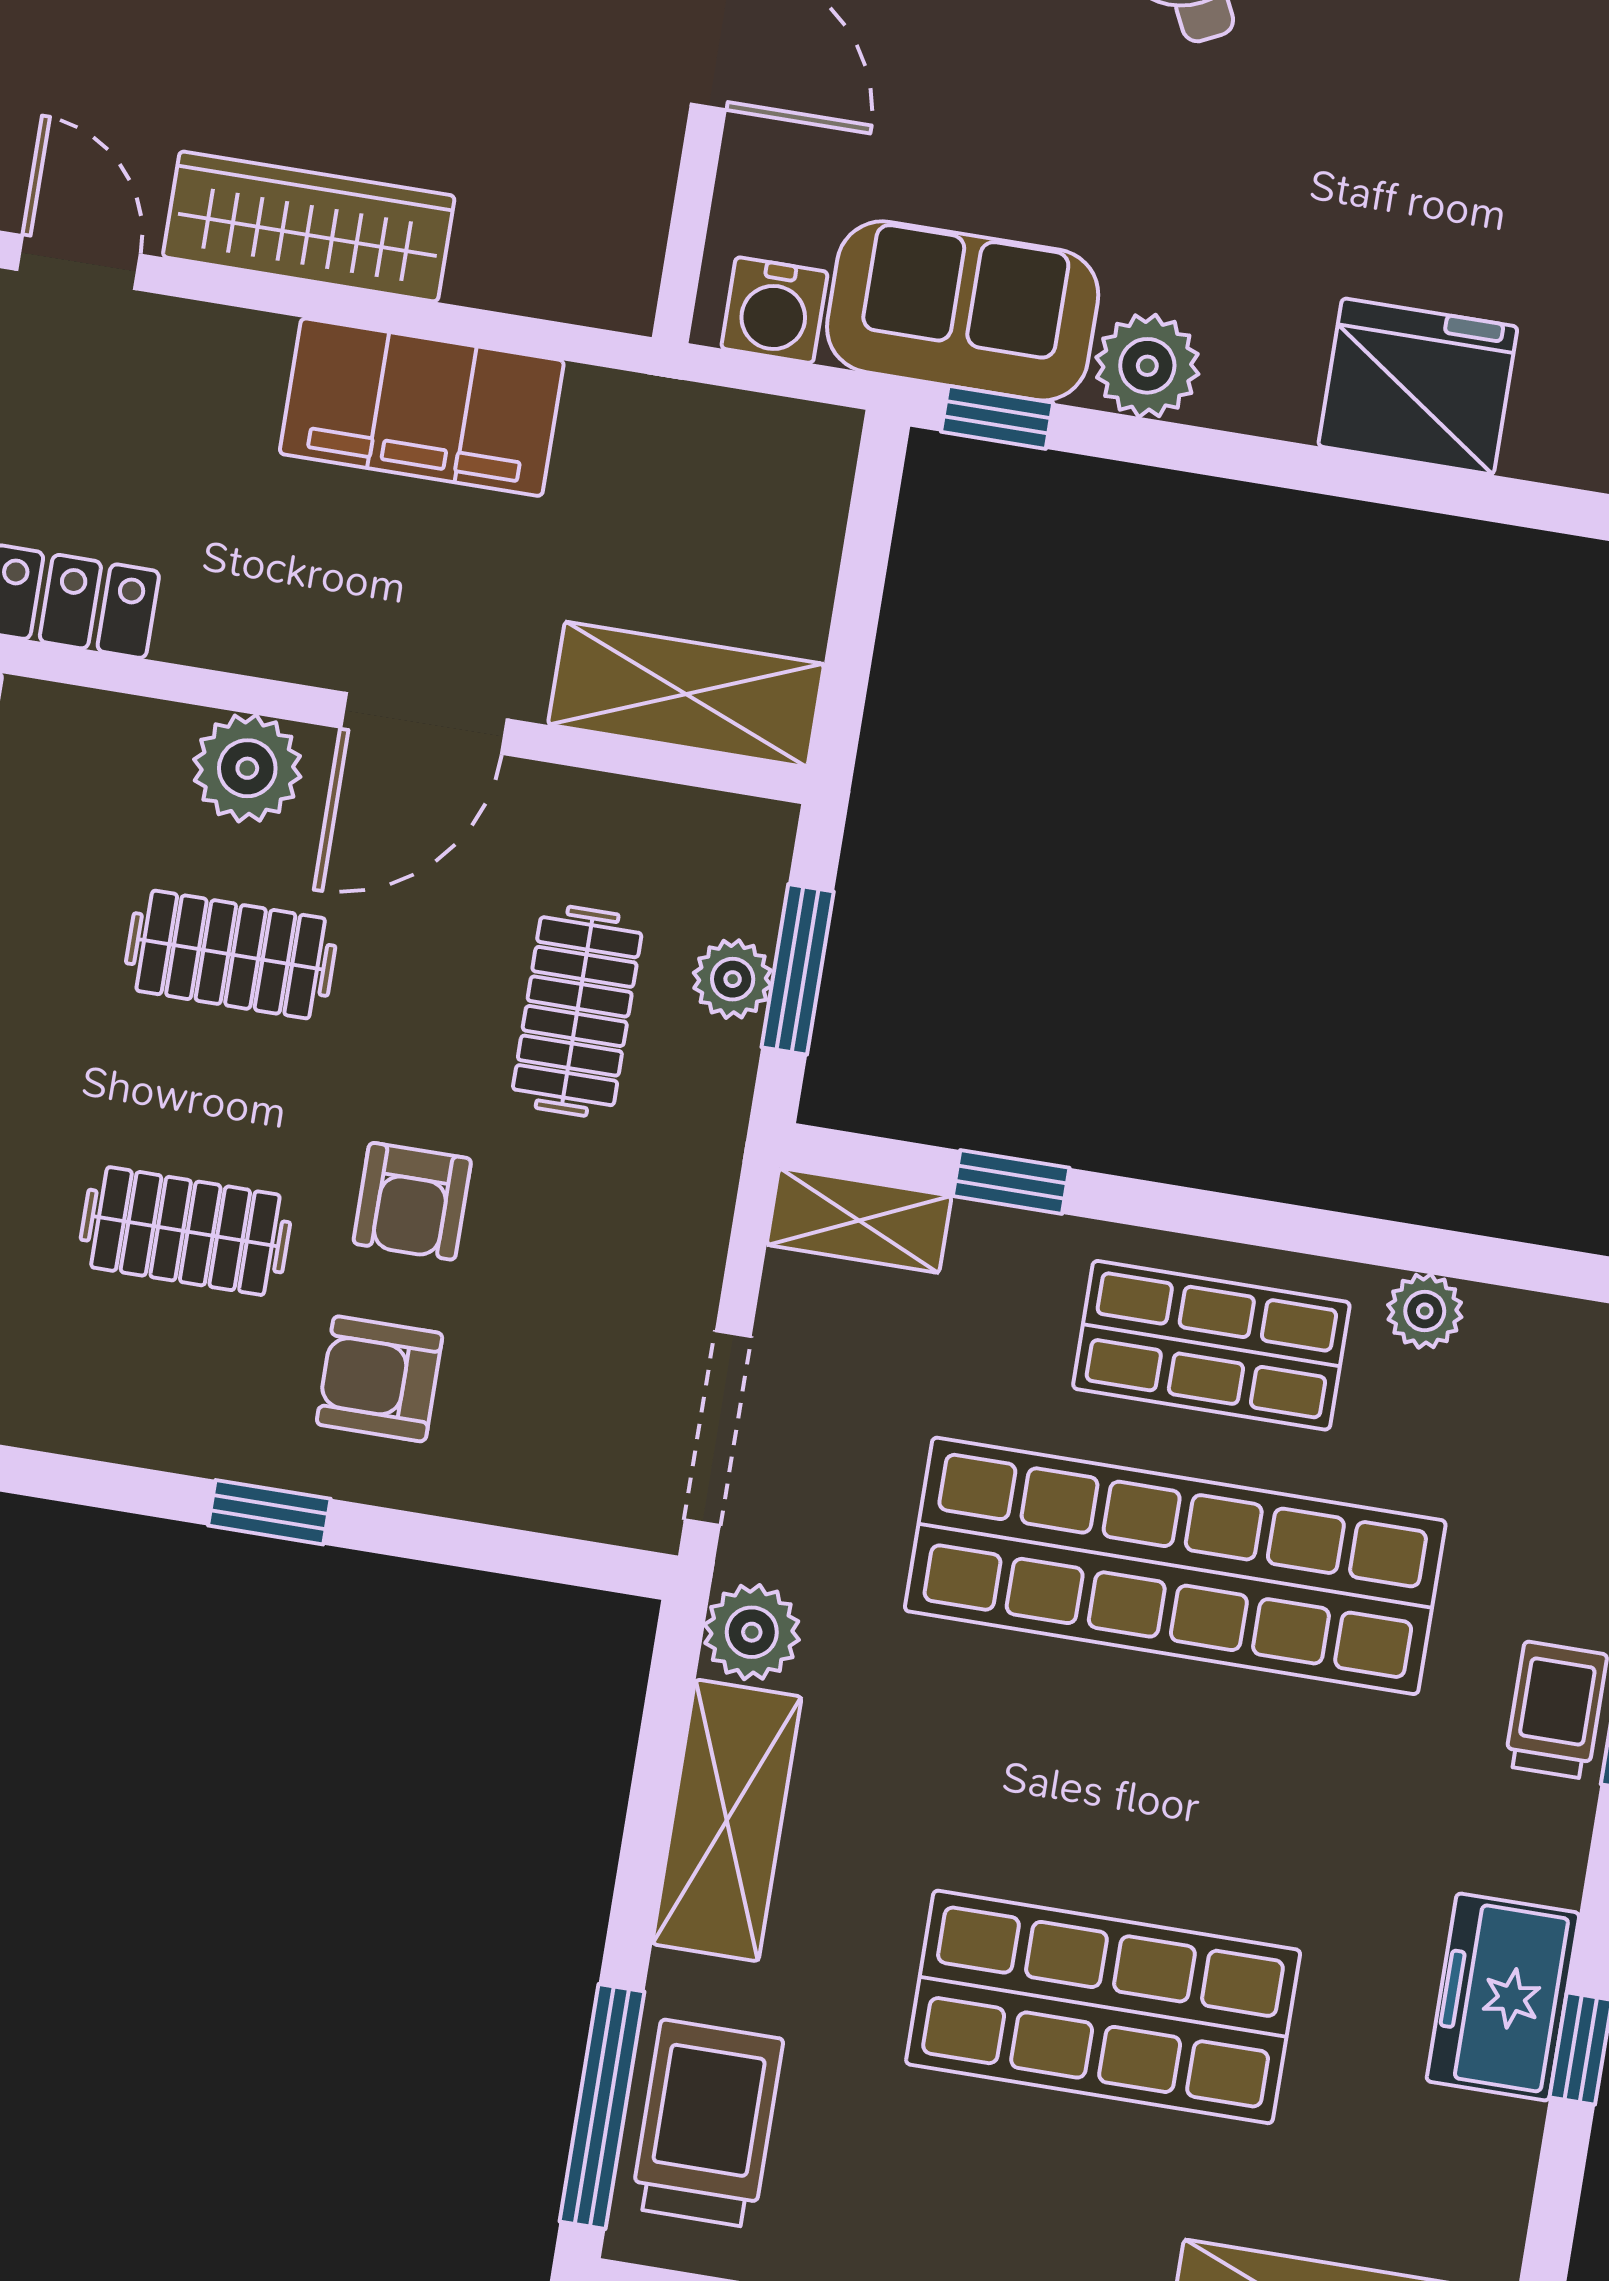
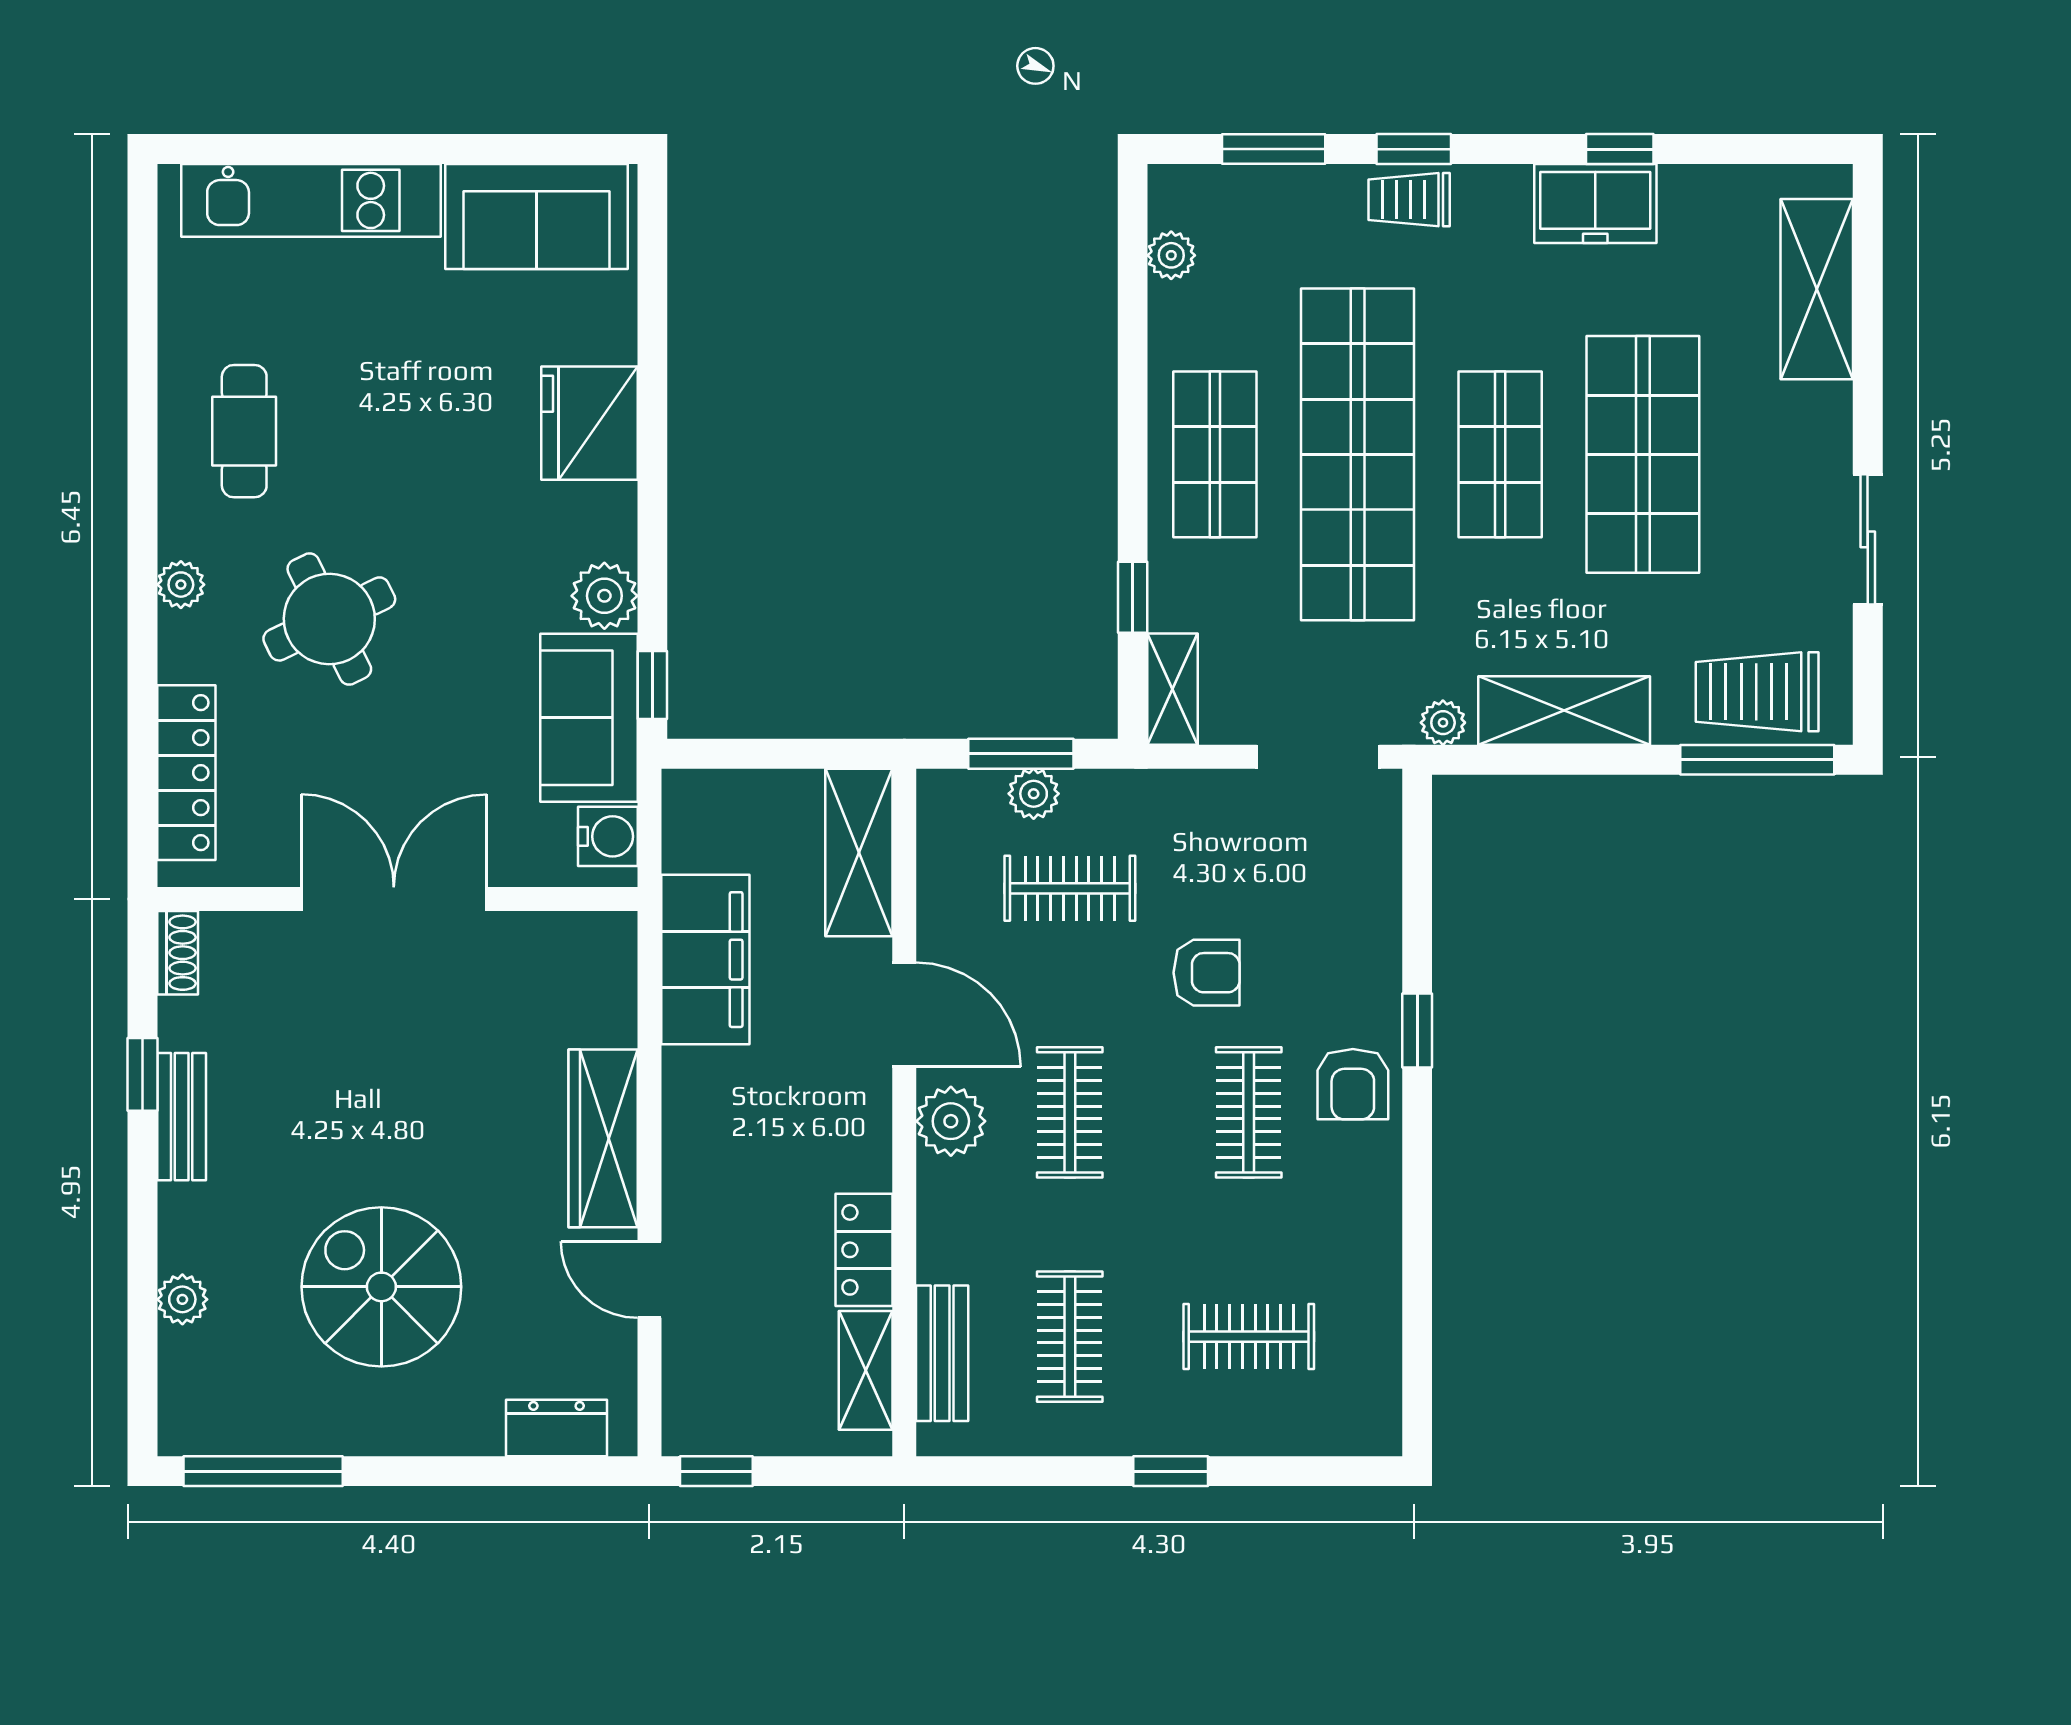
door: (79, 262) -> (649, 1280), hinge flipped
filing cabinet: (422, 407) -> (705, 960), moved
plant: (1425, 1311) -> (1171, 255), moved
armchair: (380, 1379) -> (1353, 1084), moved
plant: (752, 1632) -> (1443, 723), width x0.73, depth x0.73
shop shelf: (1139, 1786) -> (1500, 454), added

